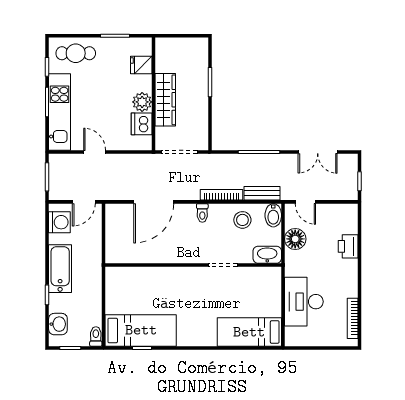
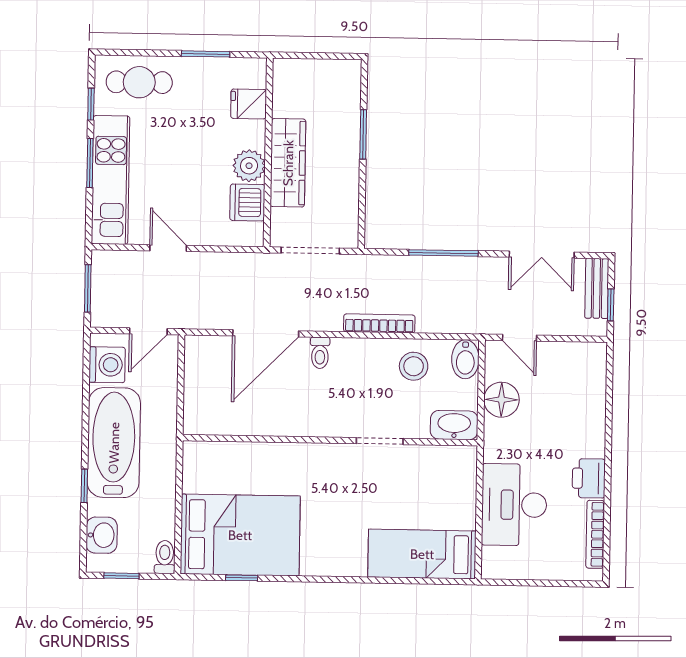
bench: (262, 193) -> (597, 288), moved, turned 90
toilet: (202, 213) -> (320, 353), moved
printer: (348, 246) -> (589, 478), moved
bathtub: (60, 269) -> (114, 443), width x1.36, depth x1.36
bed: (141, 330) -> (240, 535), width x1.50

